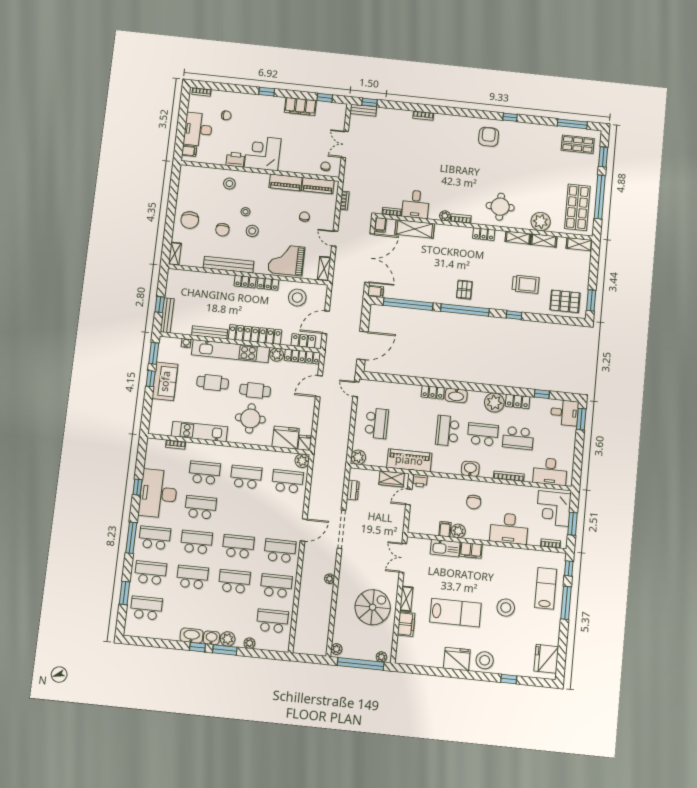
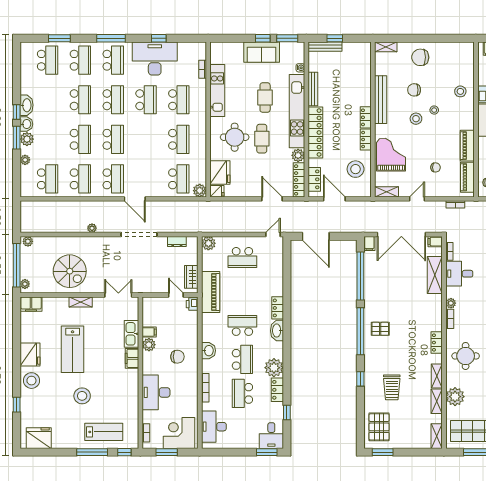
chair: (474, 502) -> (177, 357), turned 180
filing cabinet: (406, 624) -> (31, 304), moved

